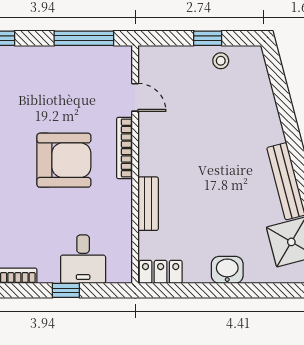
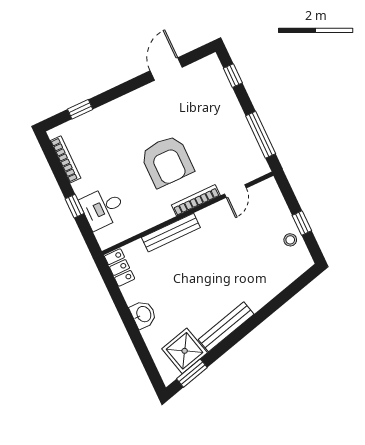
bench: (148, 204) -> (171, 233), width x1.36

